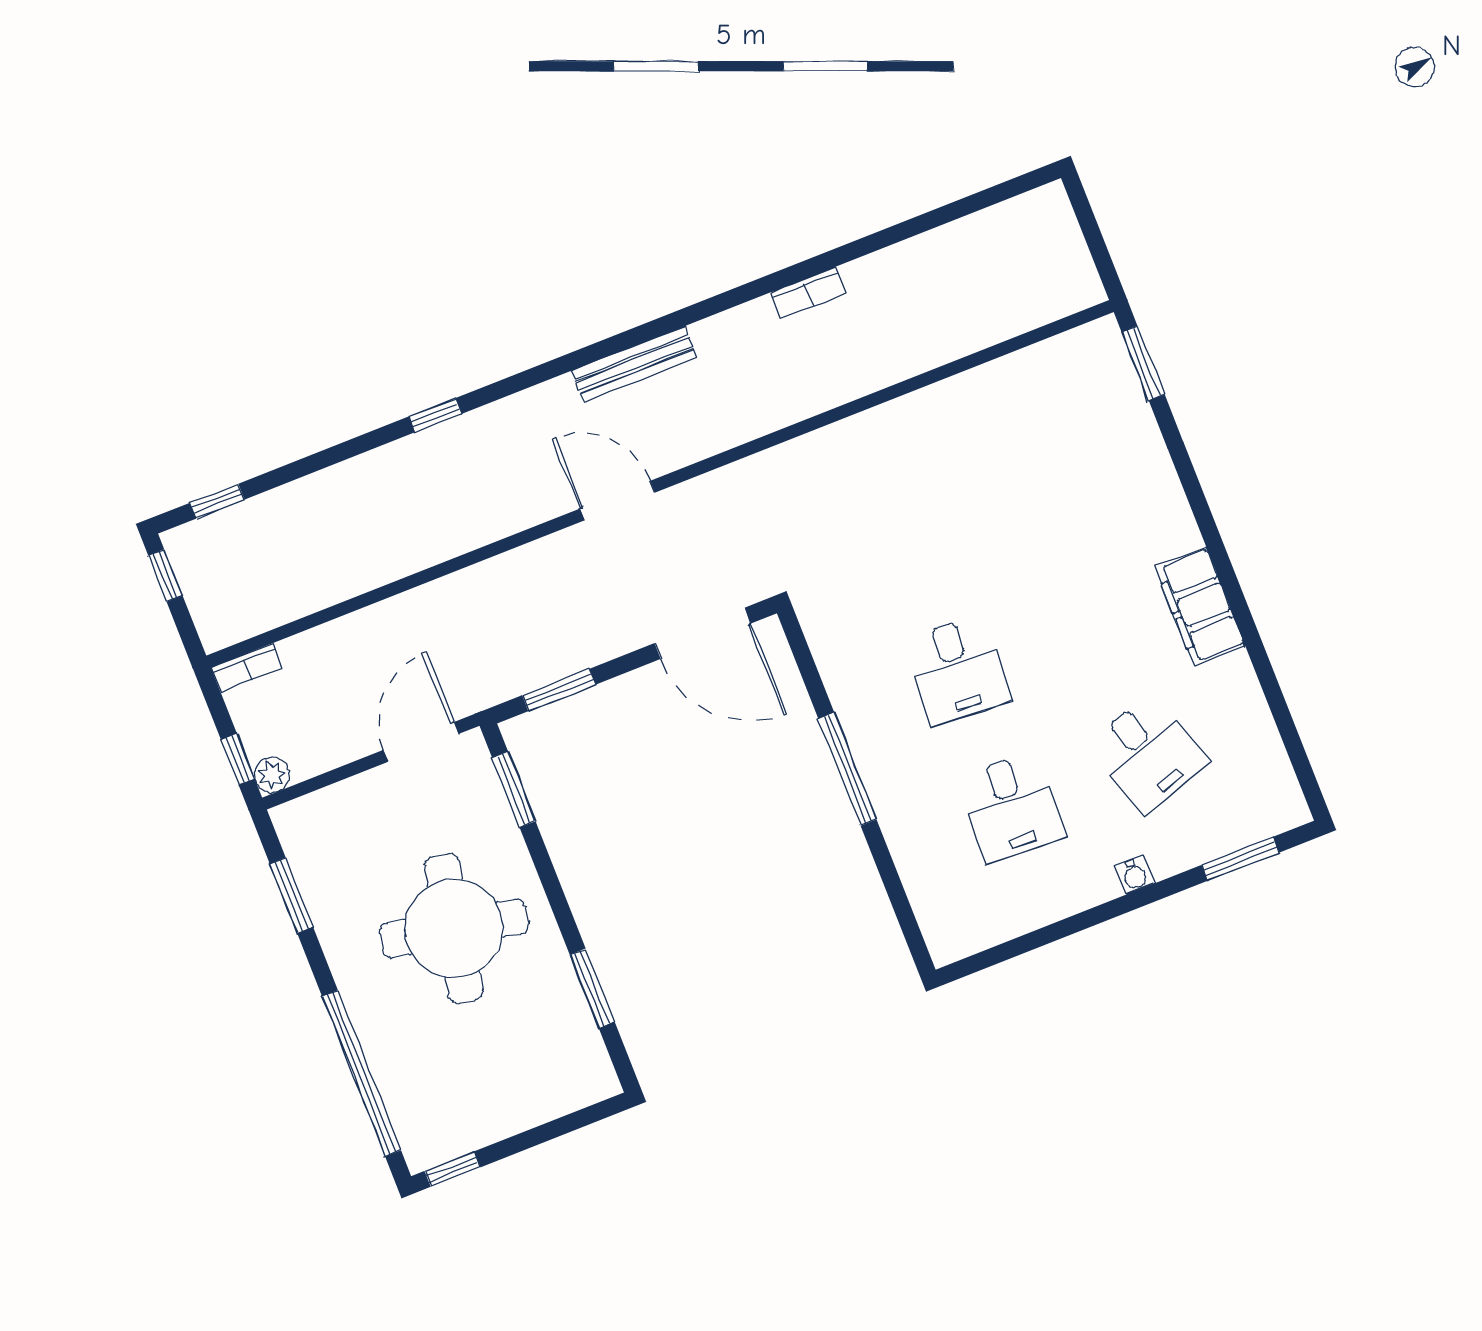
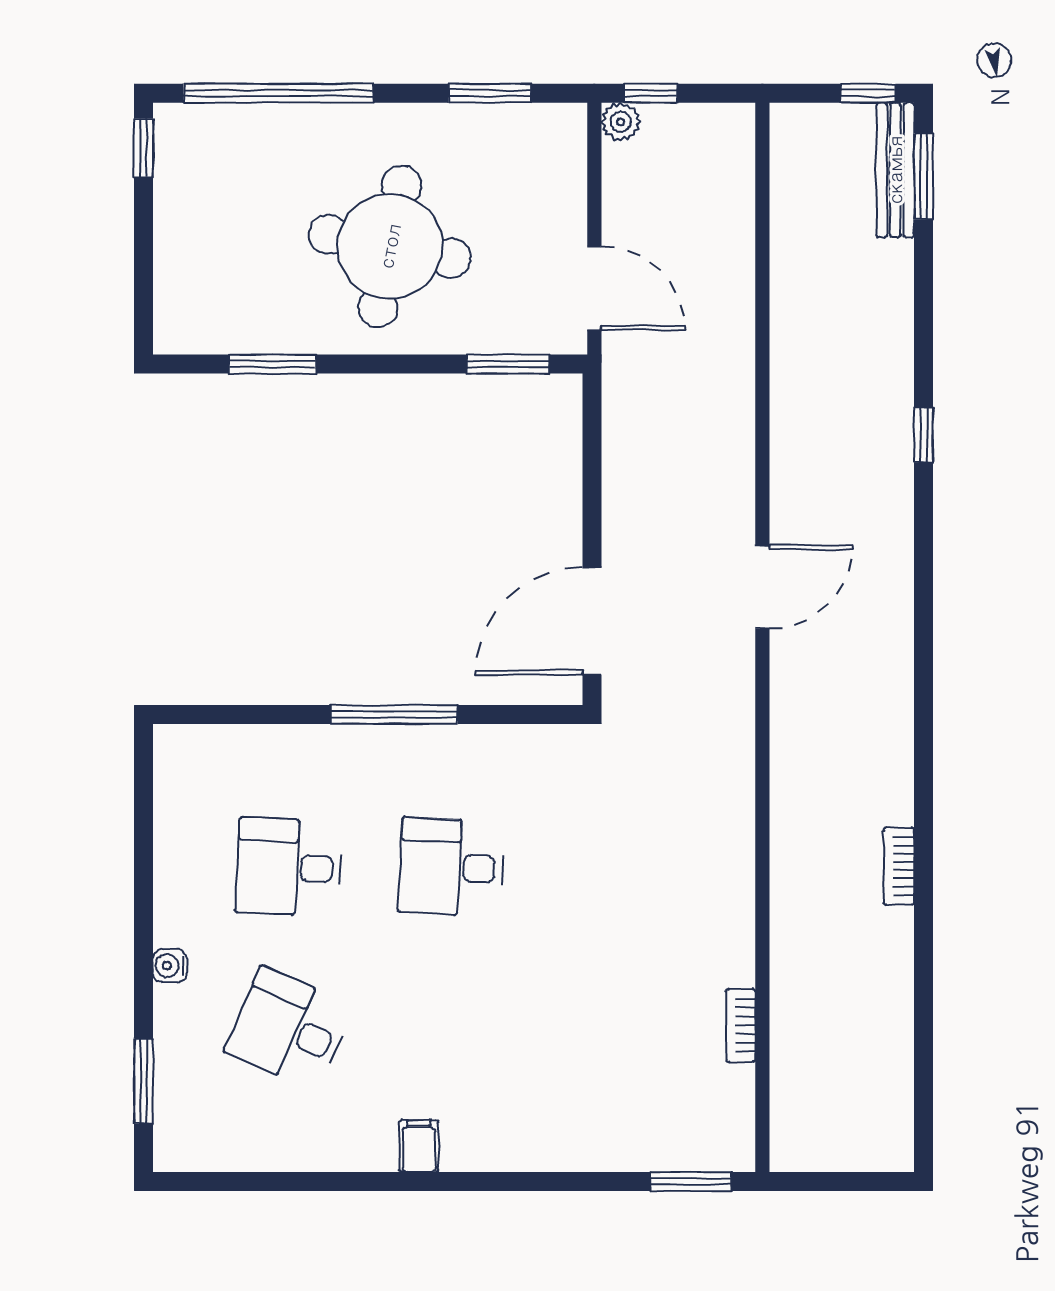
bench: (634, 364) -> (895, 170), moved
window: (217, 501) -> (924, 176), width x1.50
filing cabinet: (1200, 606) -> (419, 1146), width x0.33, depth x0.86
bookcase: (246, 668) -> (741, 1026), moved
window: (559, 690) -> (592, 451), removed
desk: (1148, 753) -> (289, 1029), turned 42

